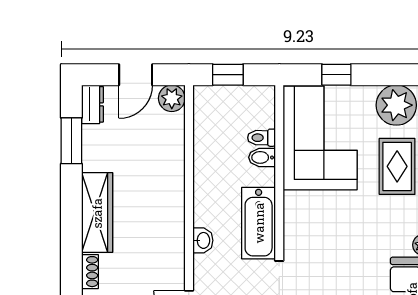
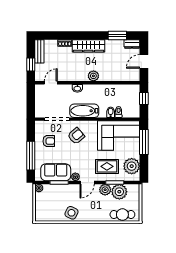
door: (136, 75) -> (144, 61), hinge flipped
window: (336, 75) -> (144, 142), width x2.17
plant: (172, 98) -> (93, 76), moved
armchair: (321, 243) -> (76, 136), added

